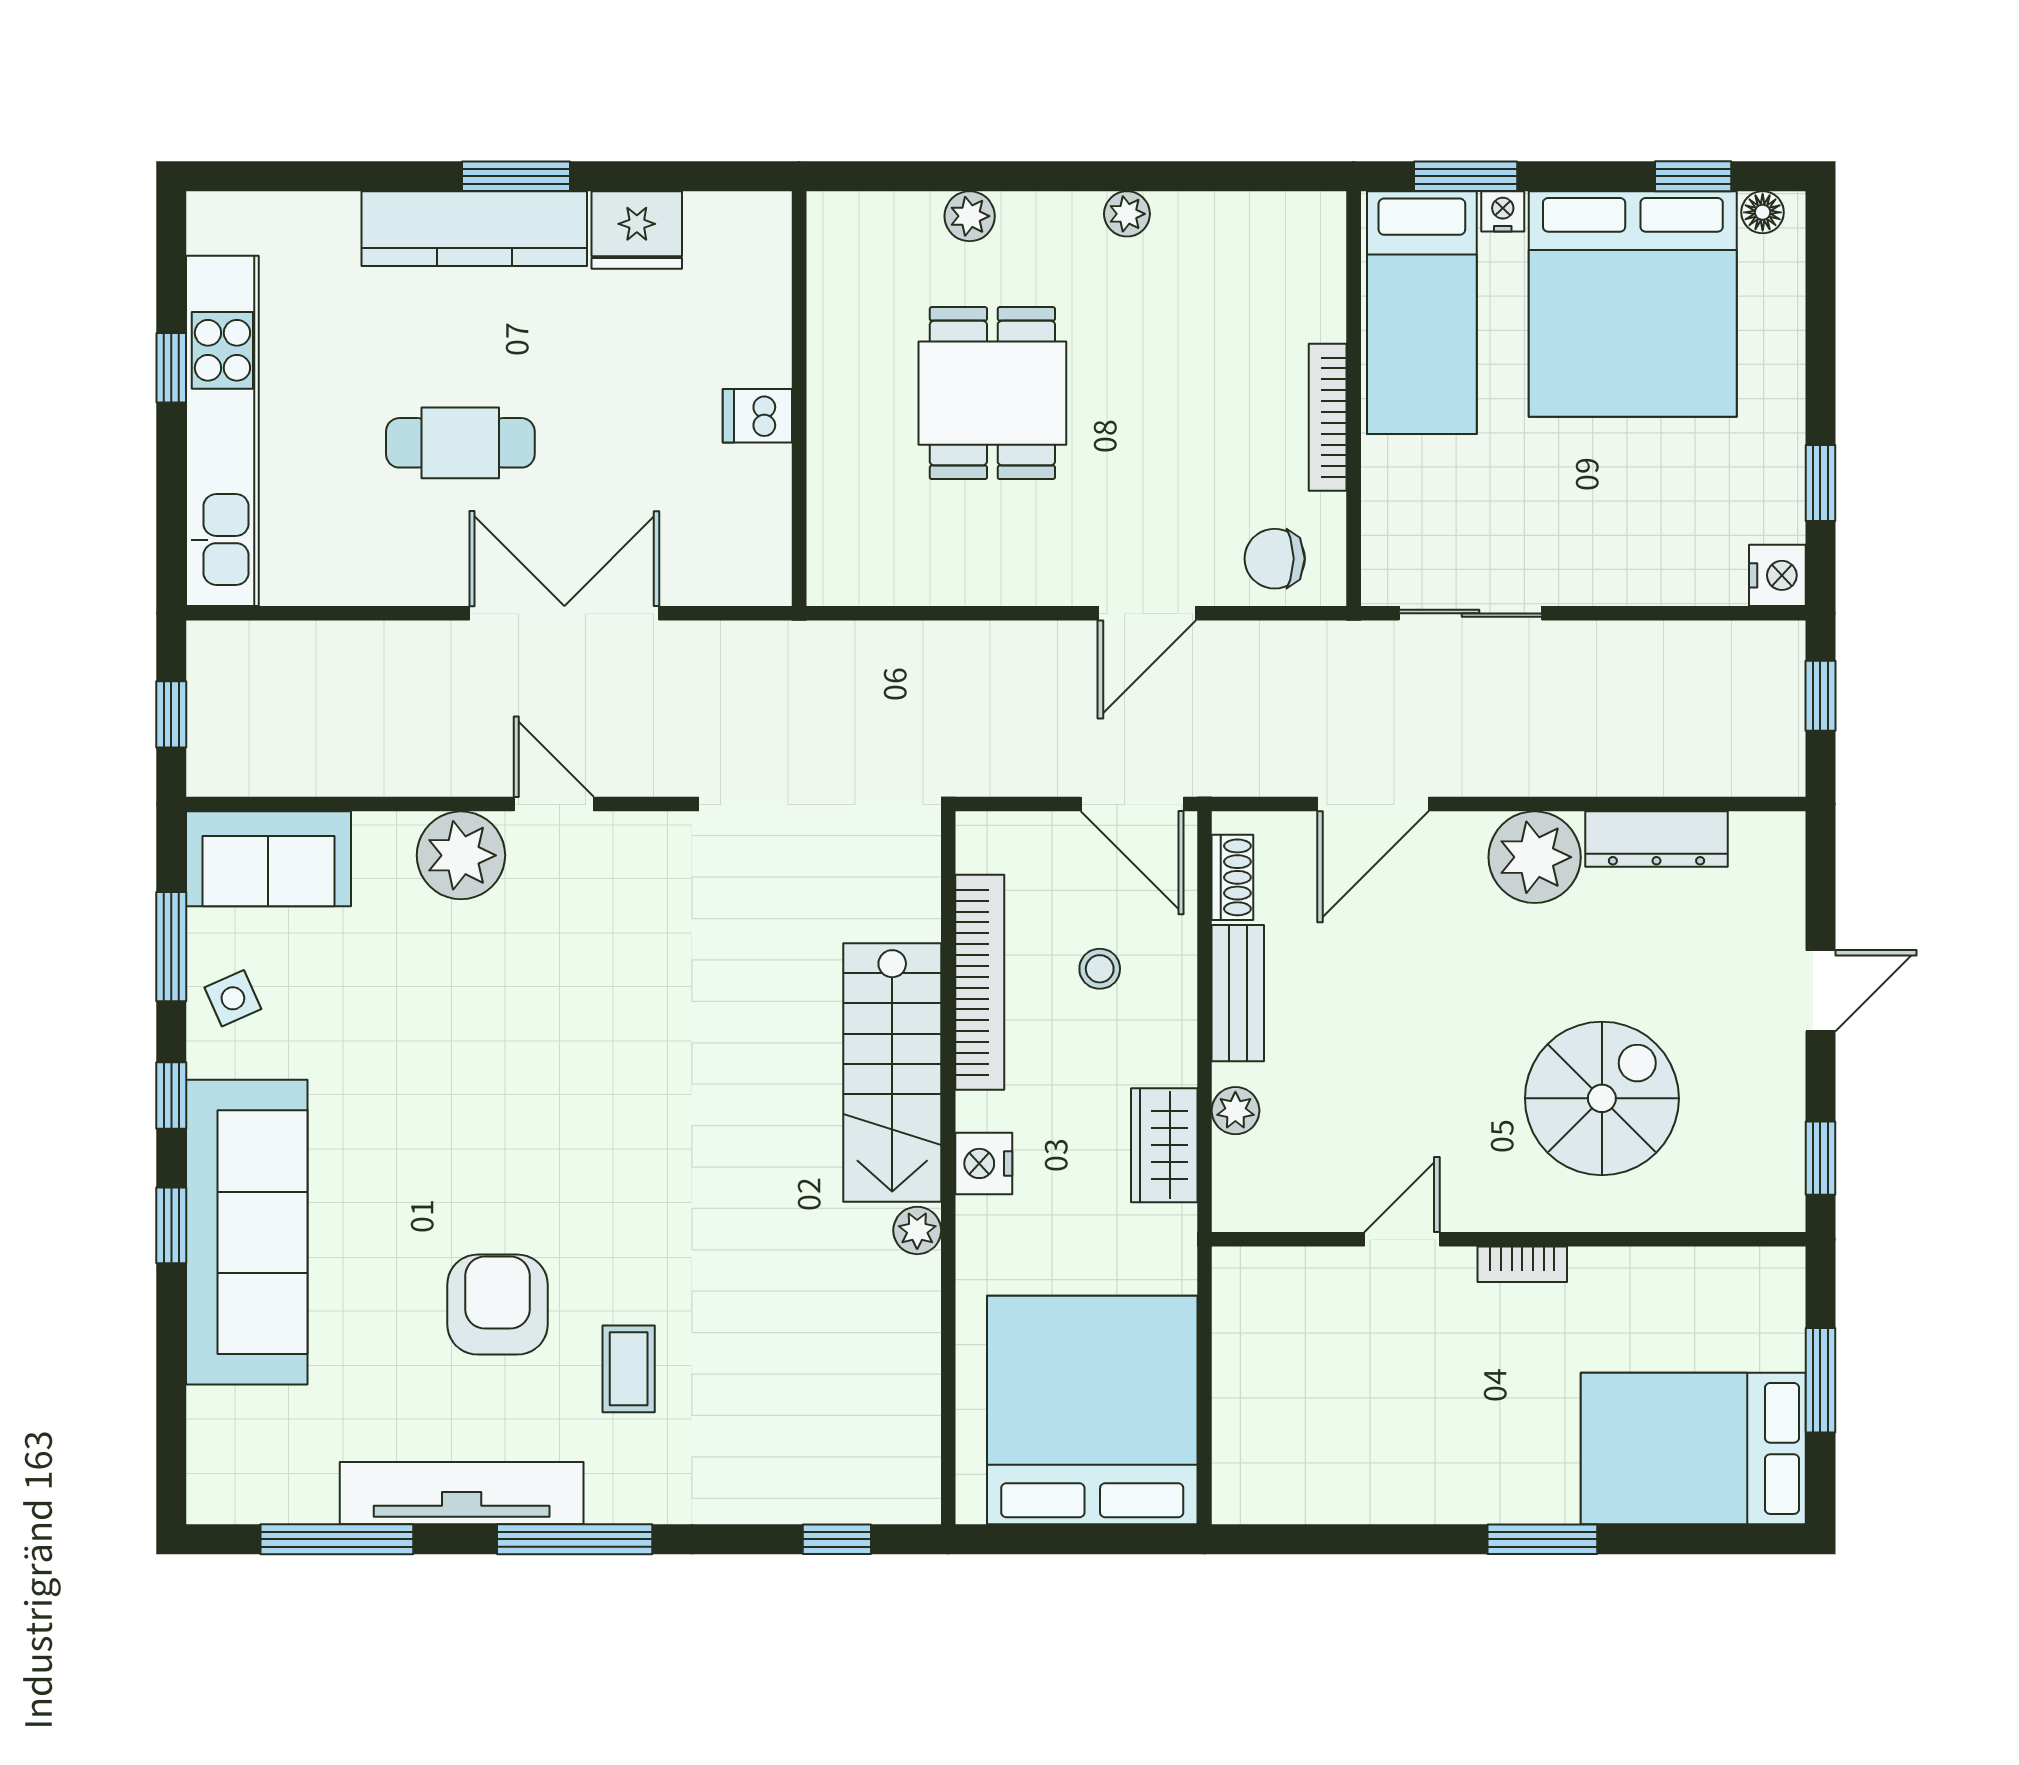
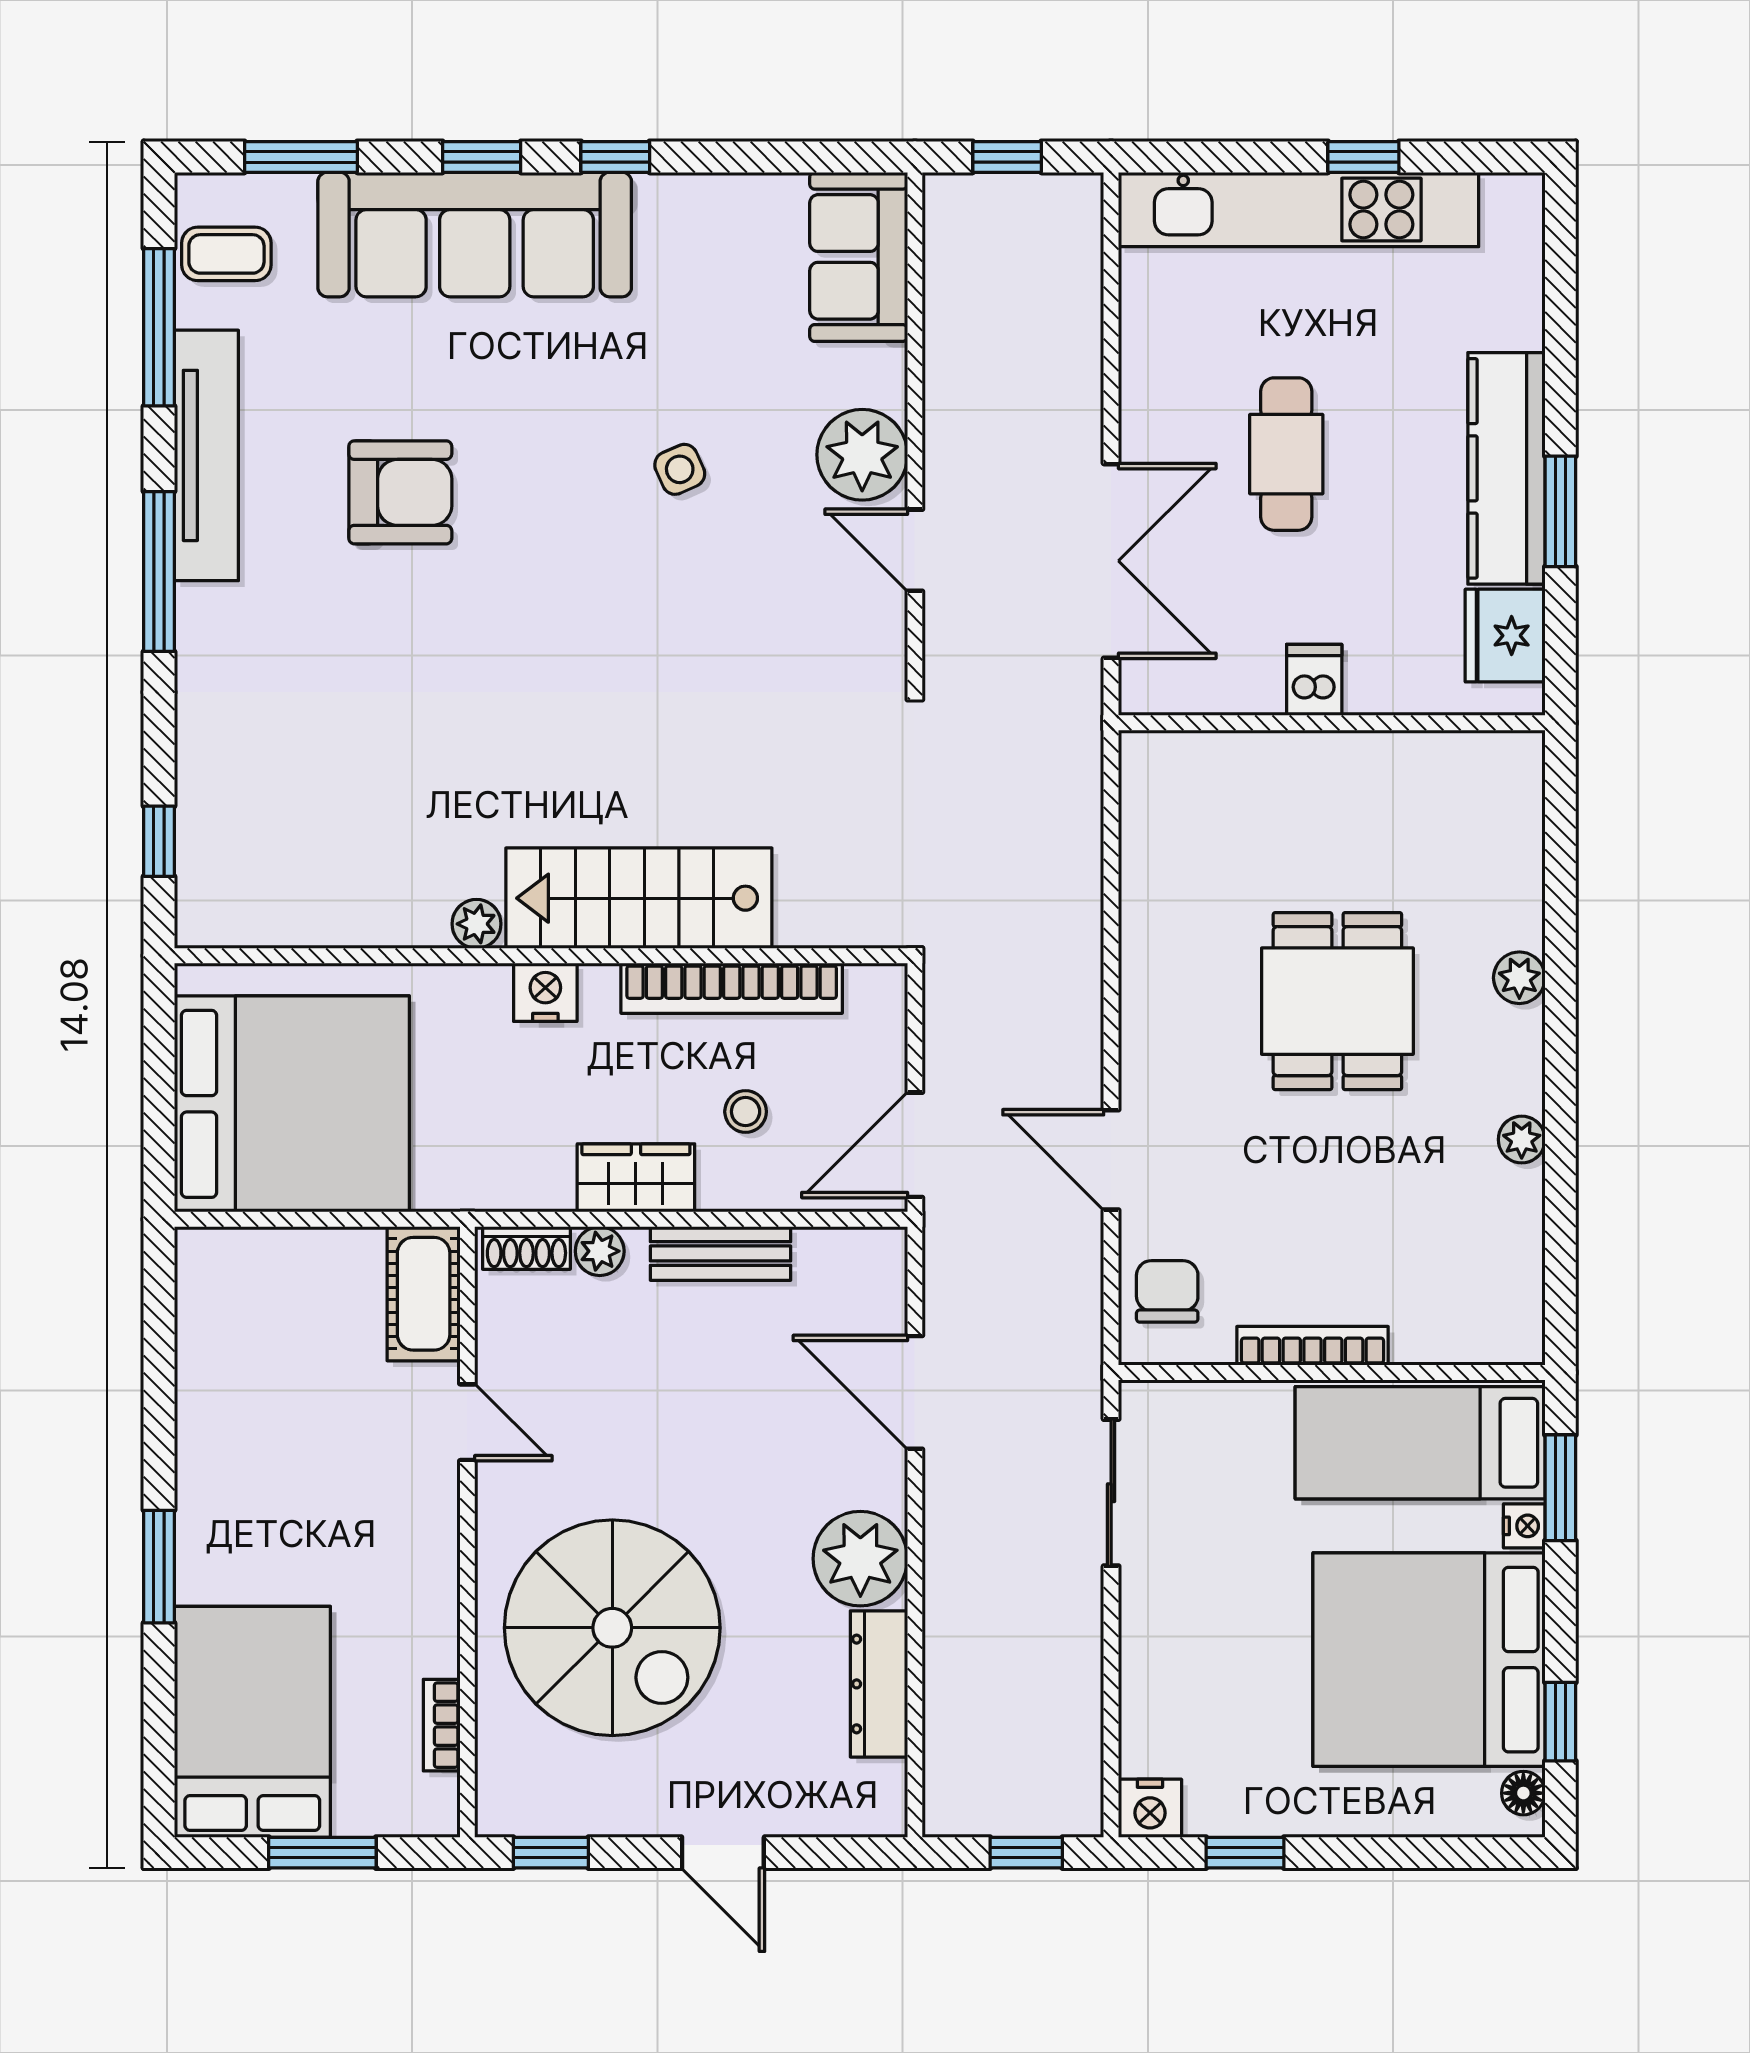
dining table: (992, 393) -> (1337, 1001), turned 90
wall: (799, 399) -> (1332, 723), moved
dishwasher: (757, 416) -> (1314, 680), moved
door: (554, 804) -> (915, 550), swing flipped
shoe rack: (1232, 877) -> (526, 1248), moved
window: (171, 947) -> (301, 157), moved
side table: (233, 998) -> (680, 469), moved
spiral stairs: (1602, 1098) -> (612, 1628), width x1.37, depth x1.37
wardrobe: (1164, 1145) -> (636, 1178), moved
bookcase: (1522, 1264) -> (442, 1725), moved
cot: (1277, 1282) -> (424, 1294), added
coffee table: (629, 1369) -> (226, 254), moved

